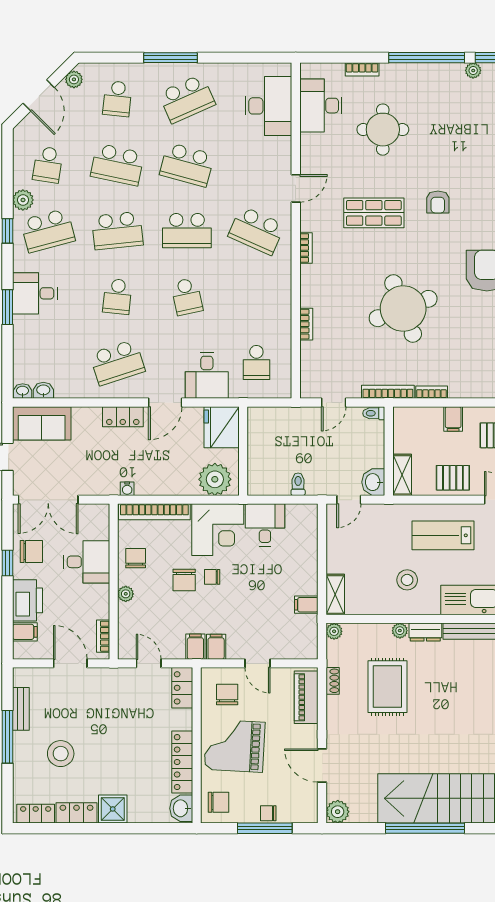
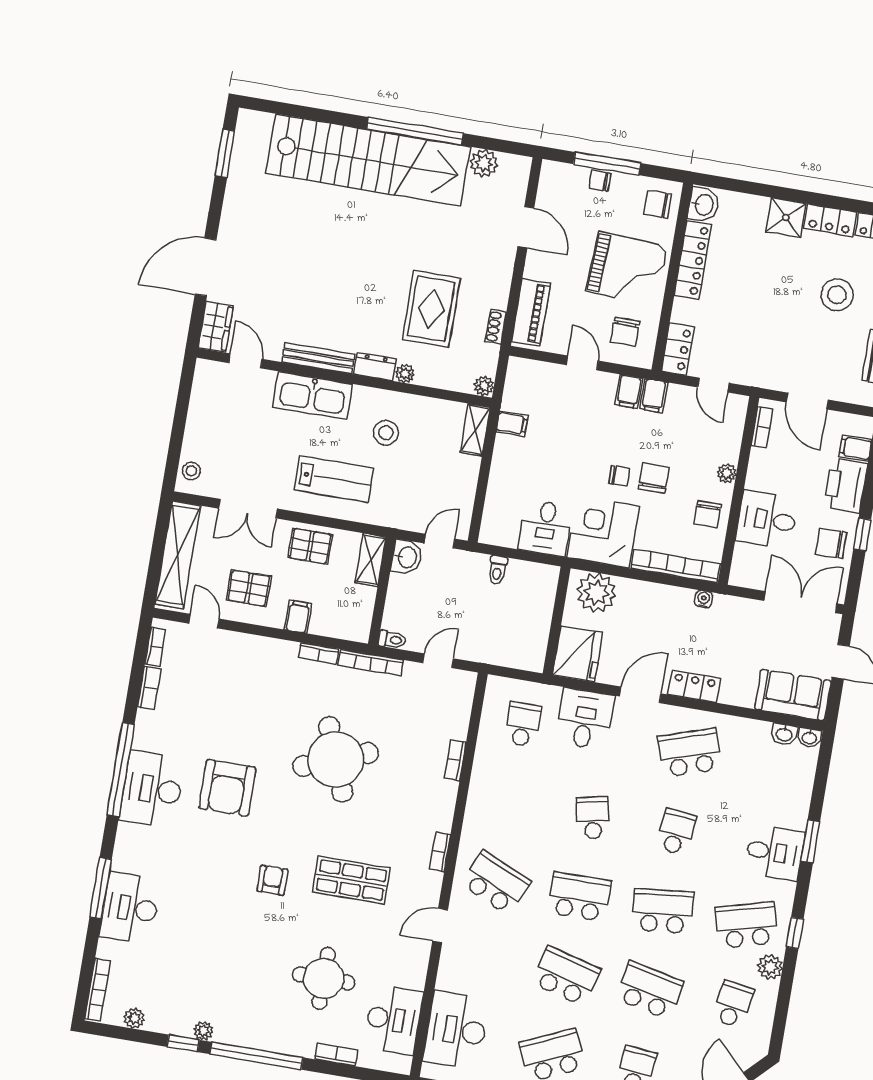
plant: (338, 812) -> (484, 163), moved
chair: (268, 813) -> (600, 181), turned 180

